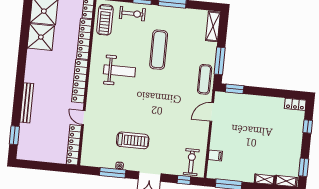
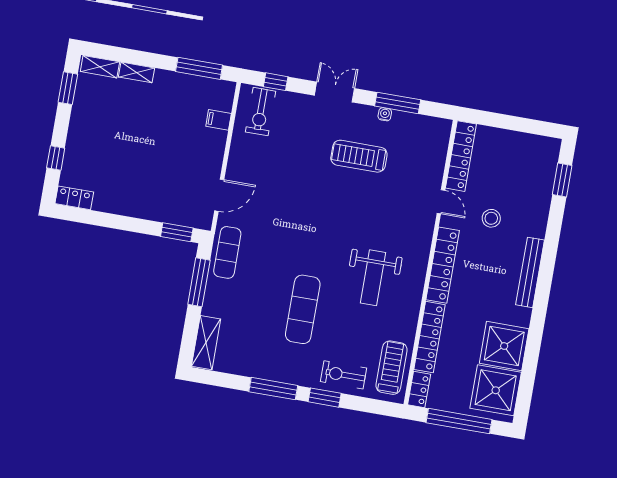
weight bench: (119, 71) -> (373, 278), turned -90
bench: (27, 103) -> (530, 272), moved
stool: (54, 110) -> (491, 218), added

